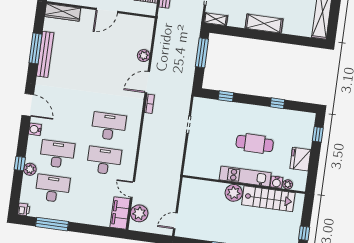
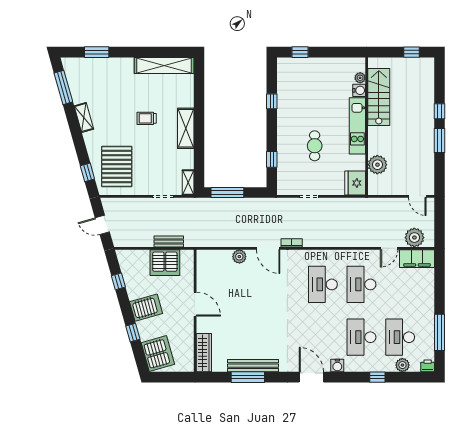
door: (28, 105) -> (311, 377), hinge flipped
cafe table: (255, 144) -> (315, 146), moved, width x0.73, depth x0.74
fridge: (300, 159) -> (355, 183), moved, turned 90
plant: (30, 169) -> (402, 365), moved
plant: (234, 193) -> (377, 165), moved

